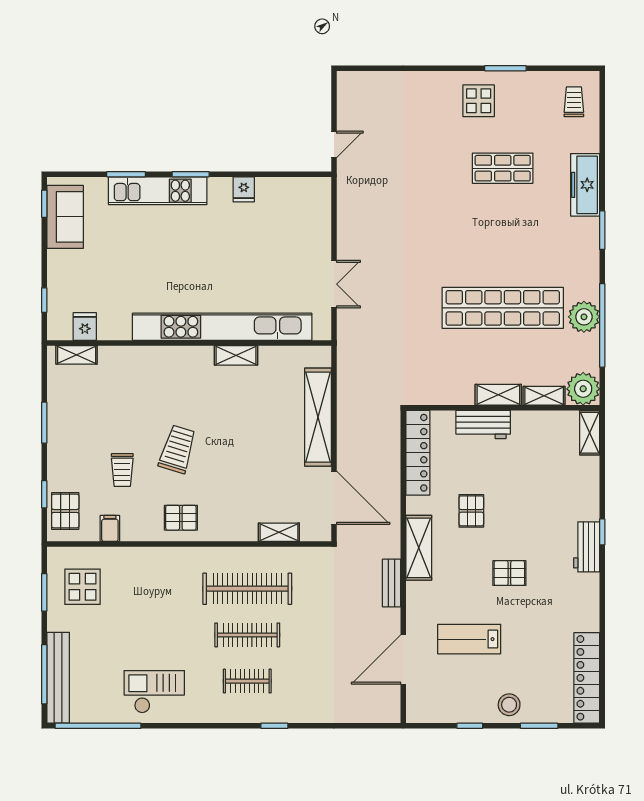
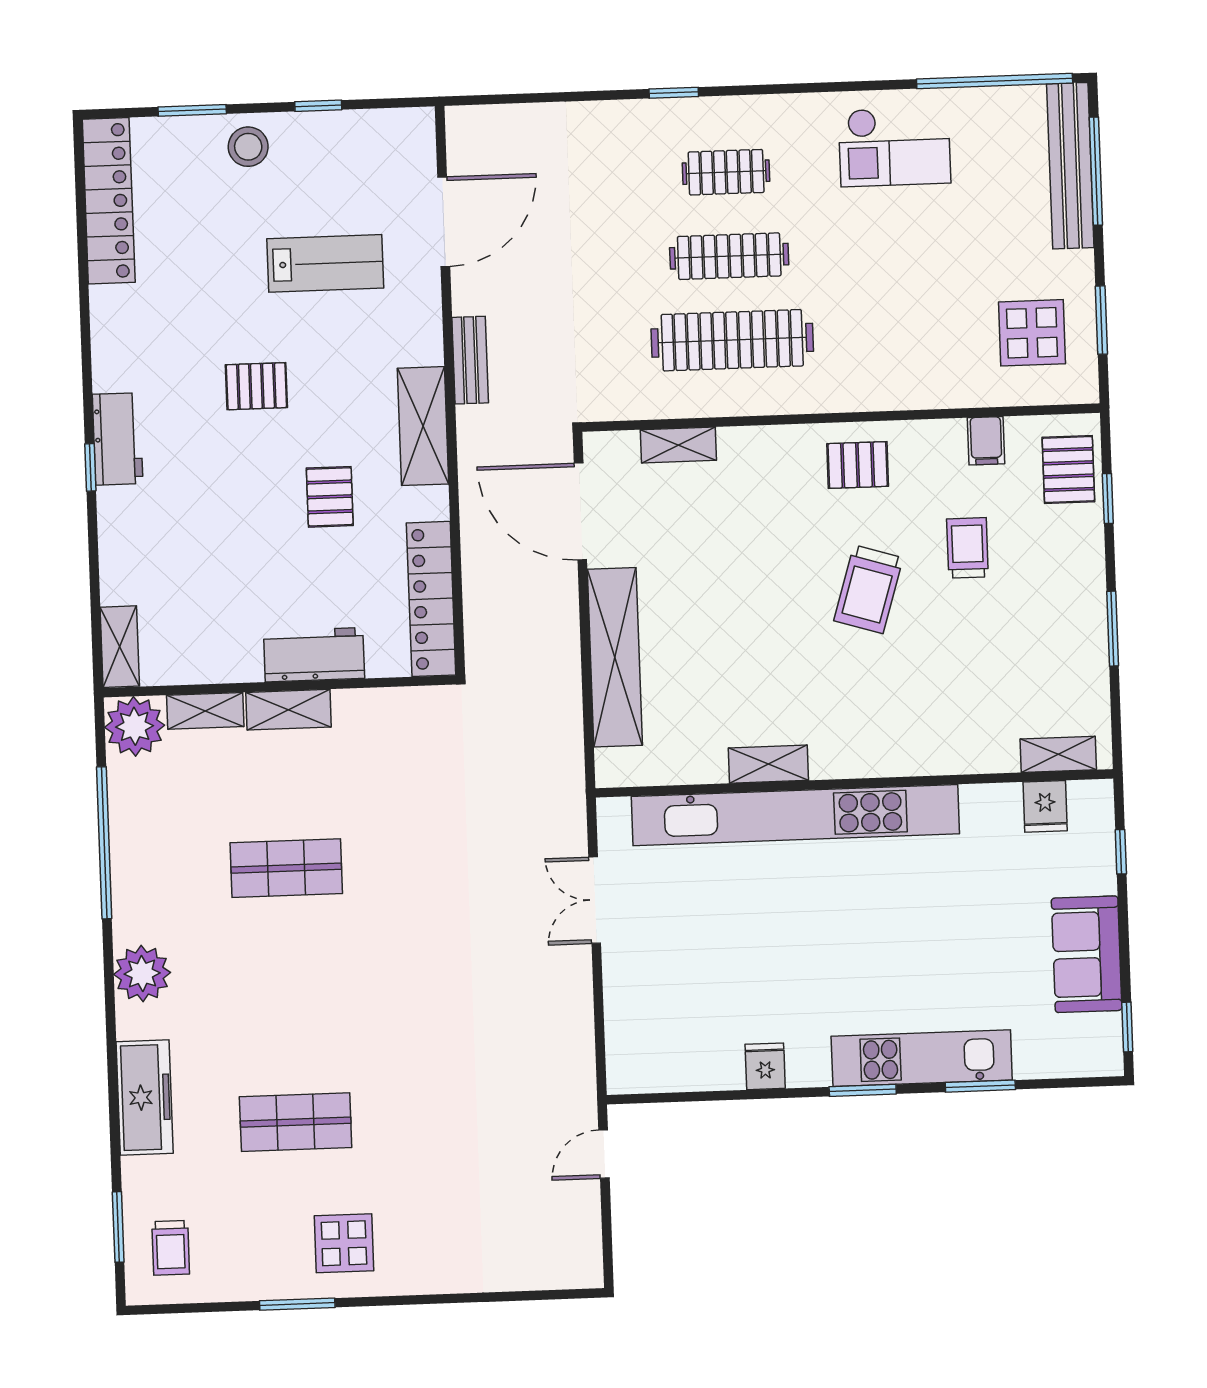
sofa: (65, 217) -> (1087, 954), moved
window: (602, 230) -> (118, 1227), moved
shop shelf: (503, 308) -> (286, 868), width x0.50, depth x0.74
plant: (584, 317) -> (142, 973), moved

